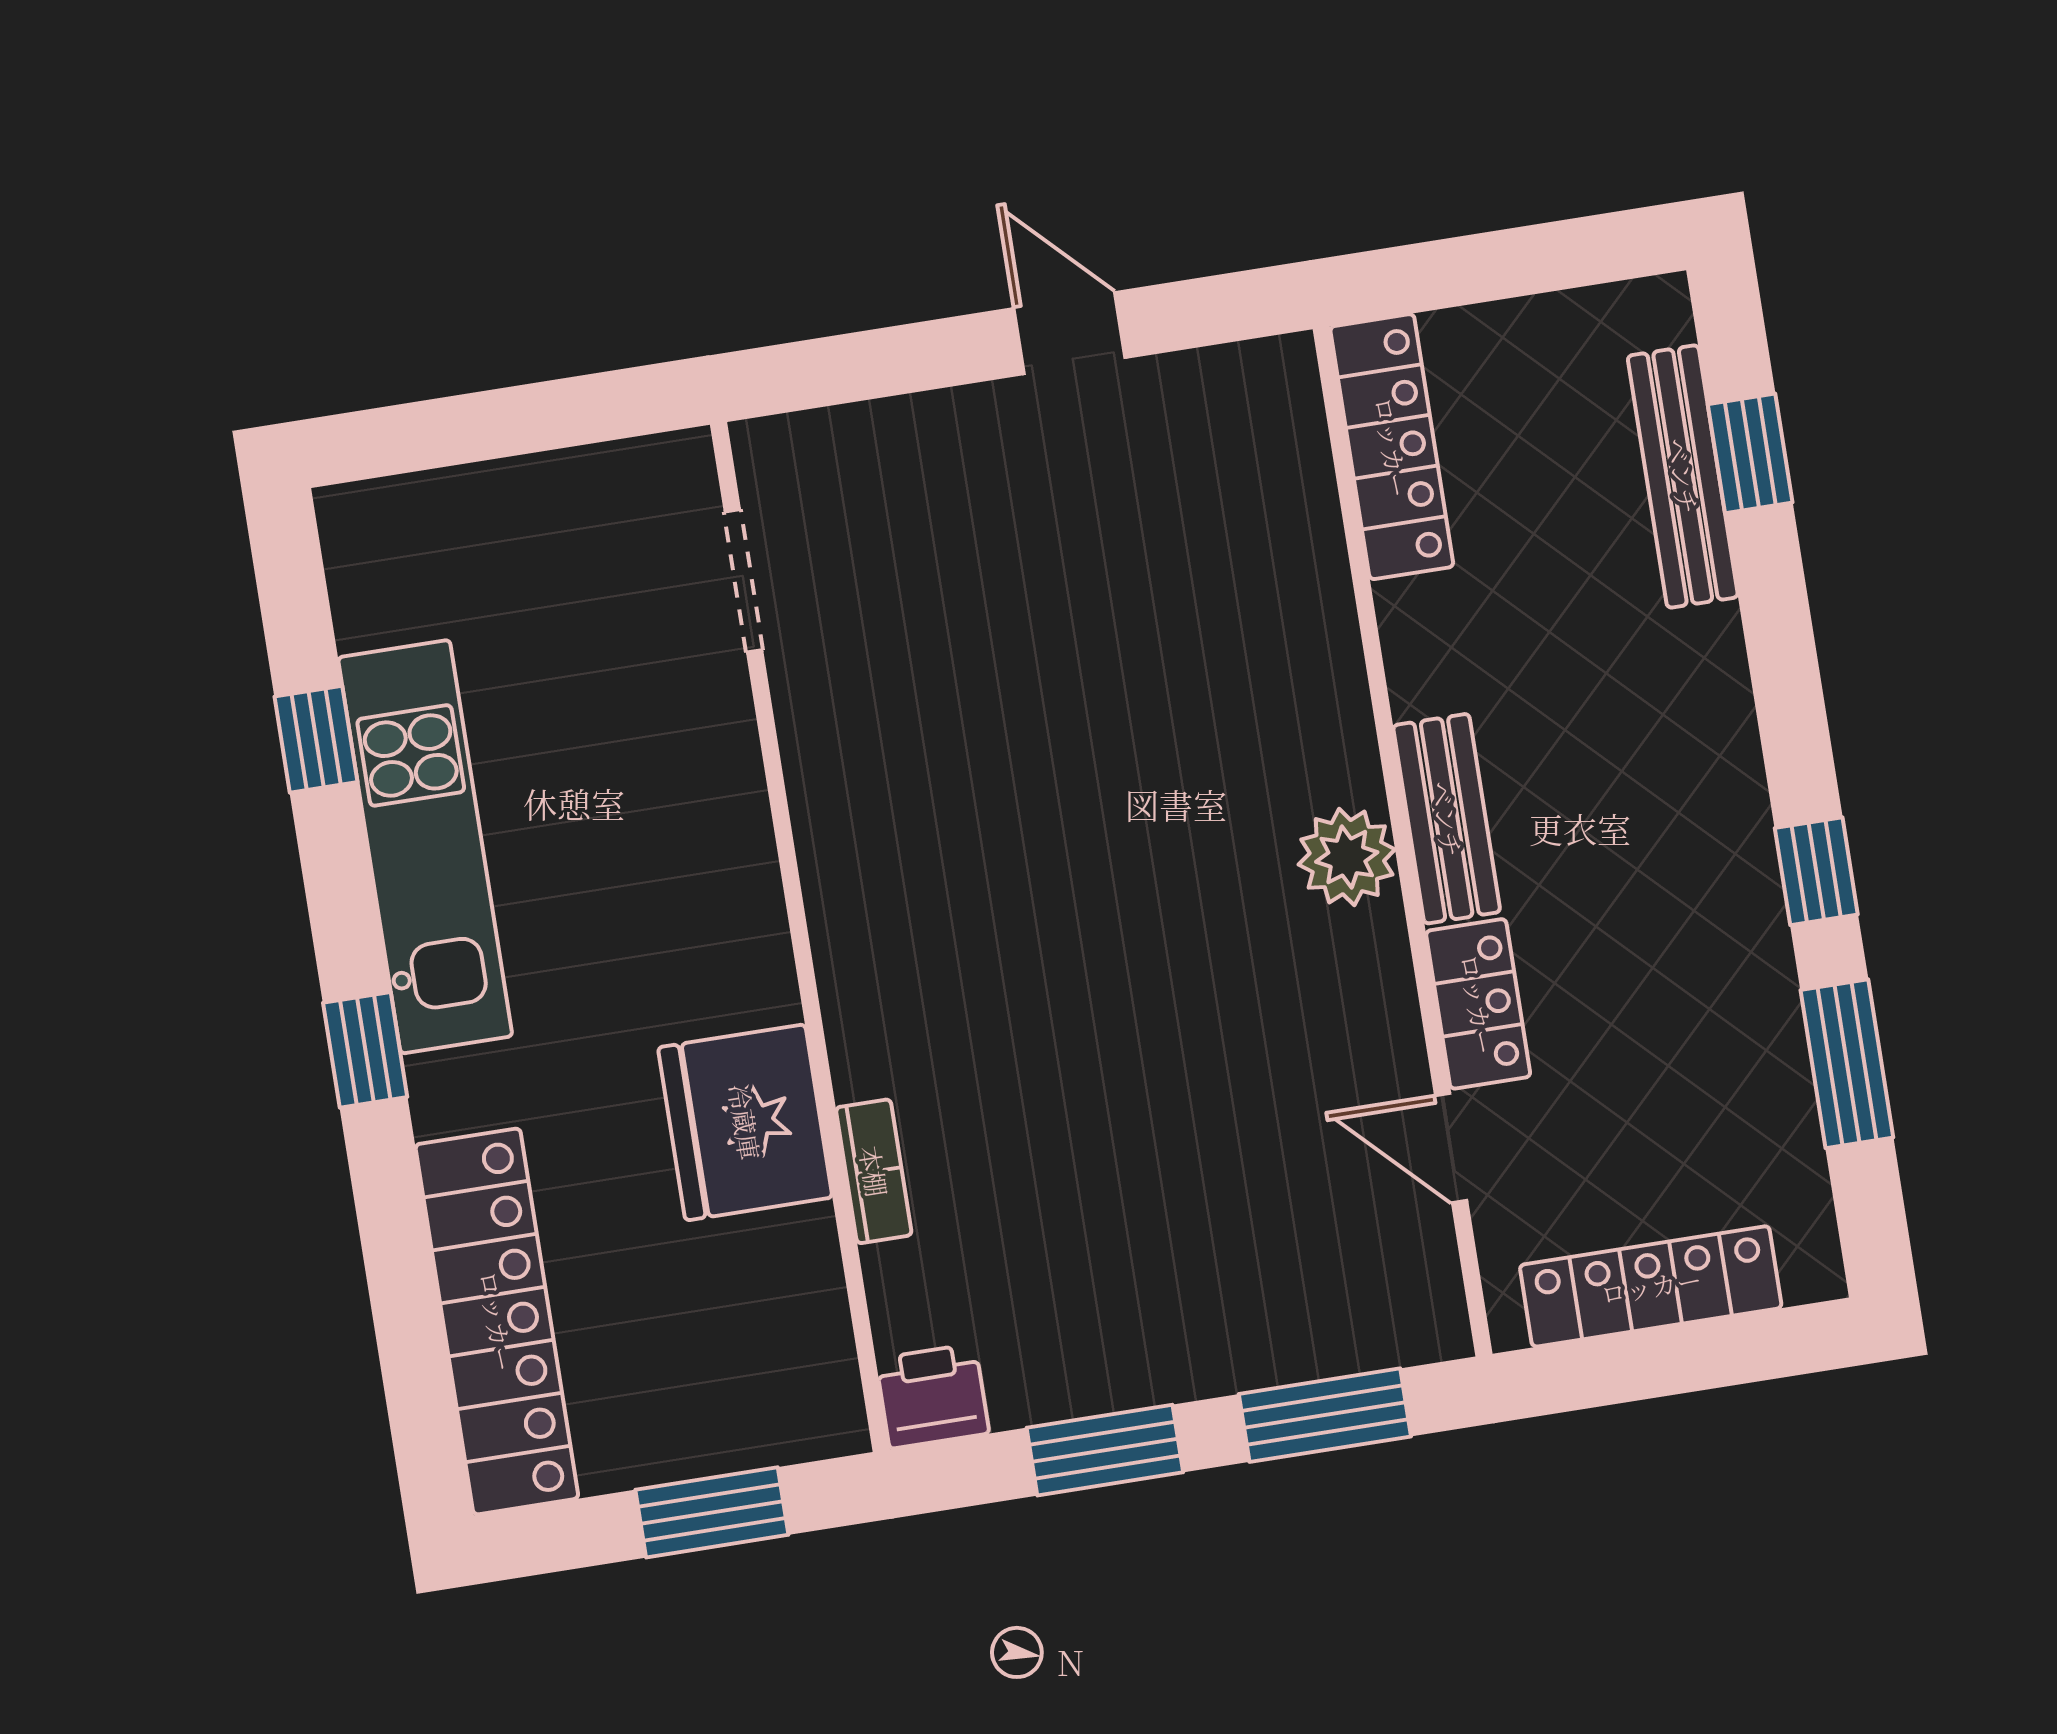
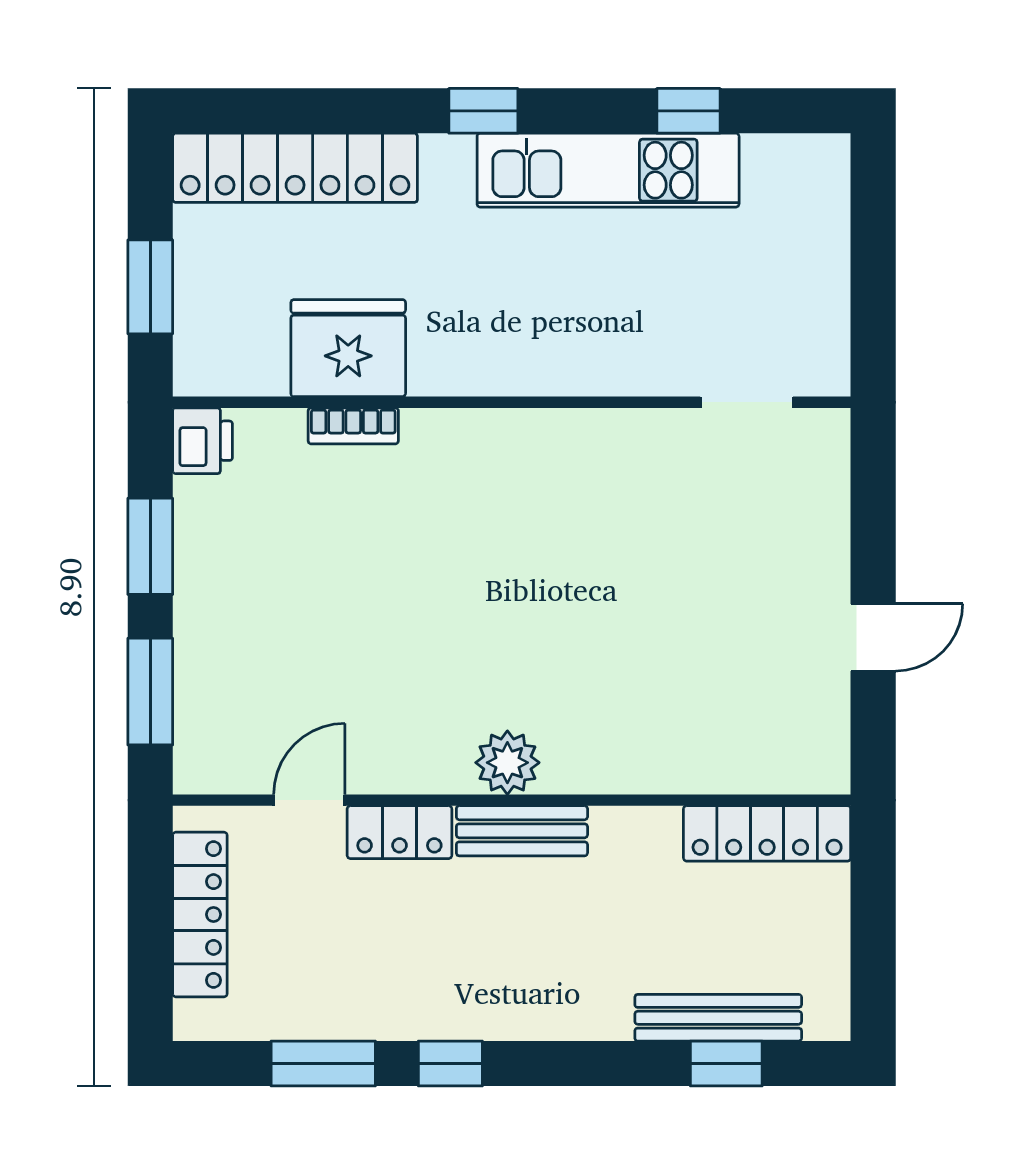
fridge: (745, 1122) -> (348, 348), moved

